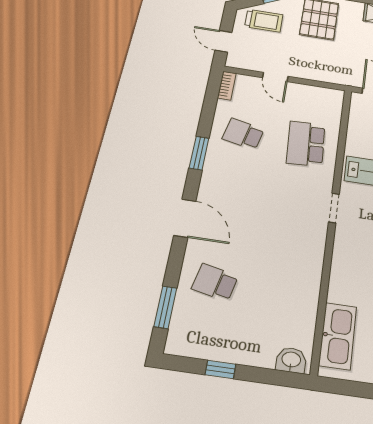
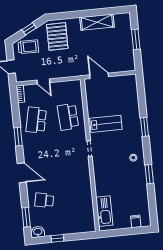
school desk: (243, 134) -> (36, 120), width x1.85
washbasin: (291, 360) -> (38, 232), moved

